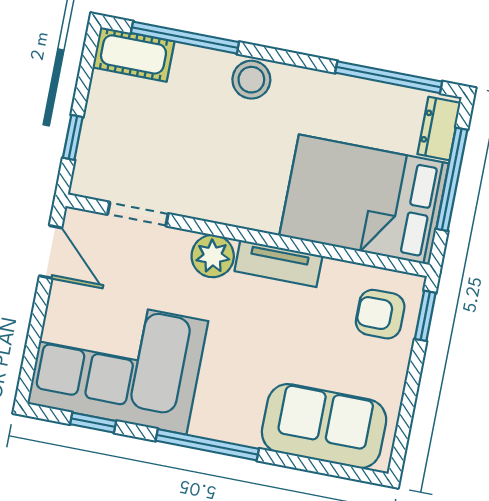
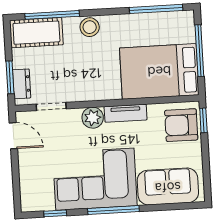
cot: (133, 54) -> (36, 33), width x1.37, depth x1.34
dresser: (439, 129) -> (22, 84), moved, turned 180
window: (73, 137) -> (10, 77), width x1.50
armchair: (380, 314) -> (181, 125), width x1.38, depth x1.38
corner sofa: (118, 362) -> (95, 179), moved

